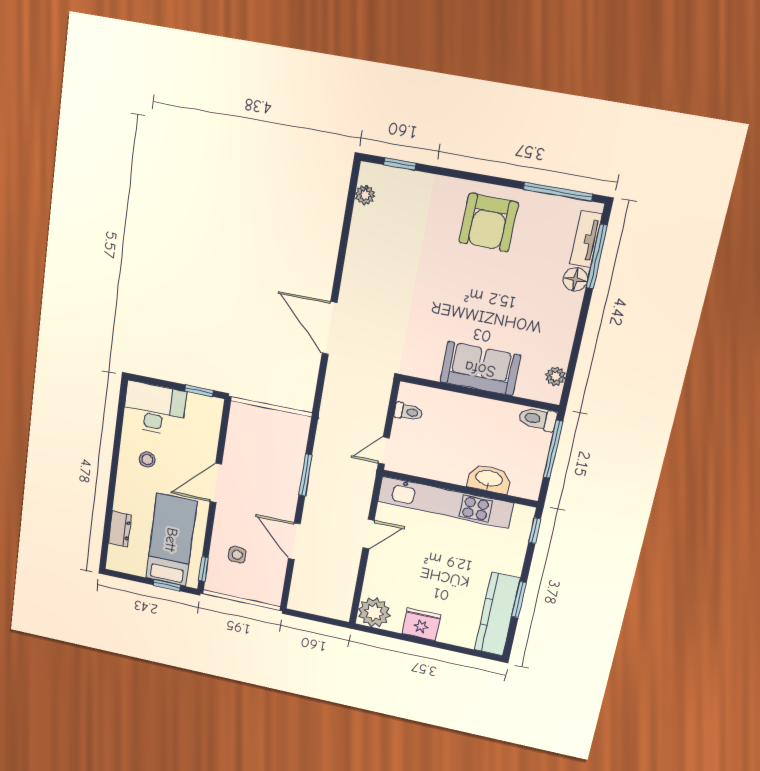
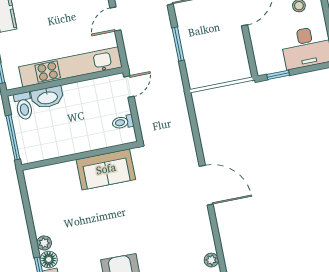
door: (330, 328) -> (206, 185), moved
sofa: (480, 369) -> (106, 169), moved
plant: (556, 376) -> (44, 243), moved
toilet: (537, 419) -> (24, 106), moved, turned 90

